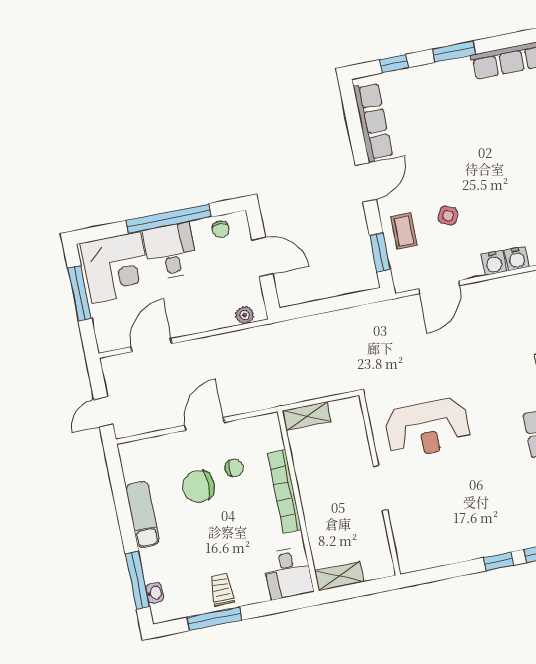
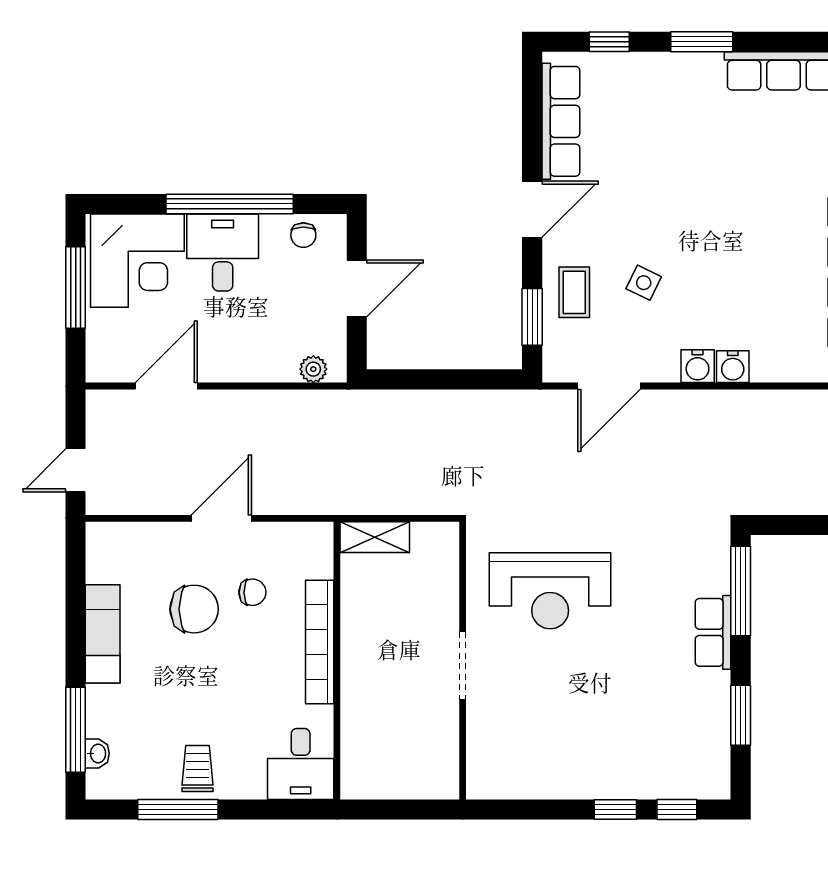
door: (262, 257) -> (357, 288), hinge flipped
chair: (199, 486) -> (194, 609), turned 180
shelving: (339, 576) -> (375, 784), removed

